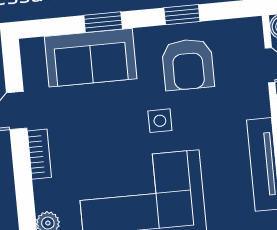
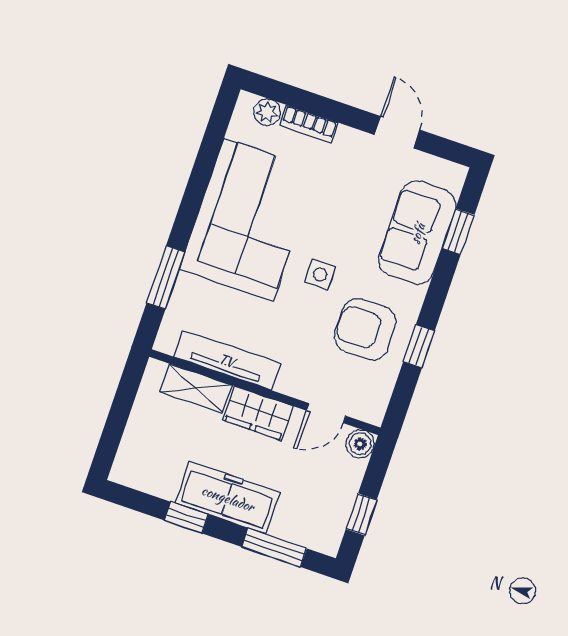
window: (103, 22) -> (458, 231), moved
bookcase: (39, 154) -> (309, 124), moved

